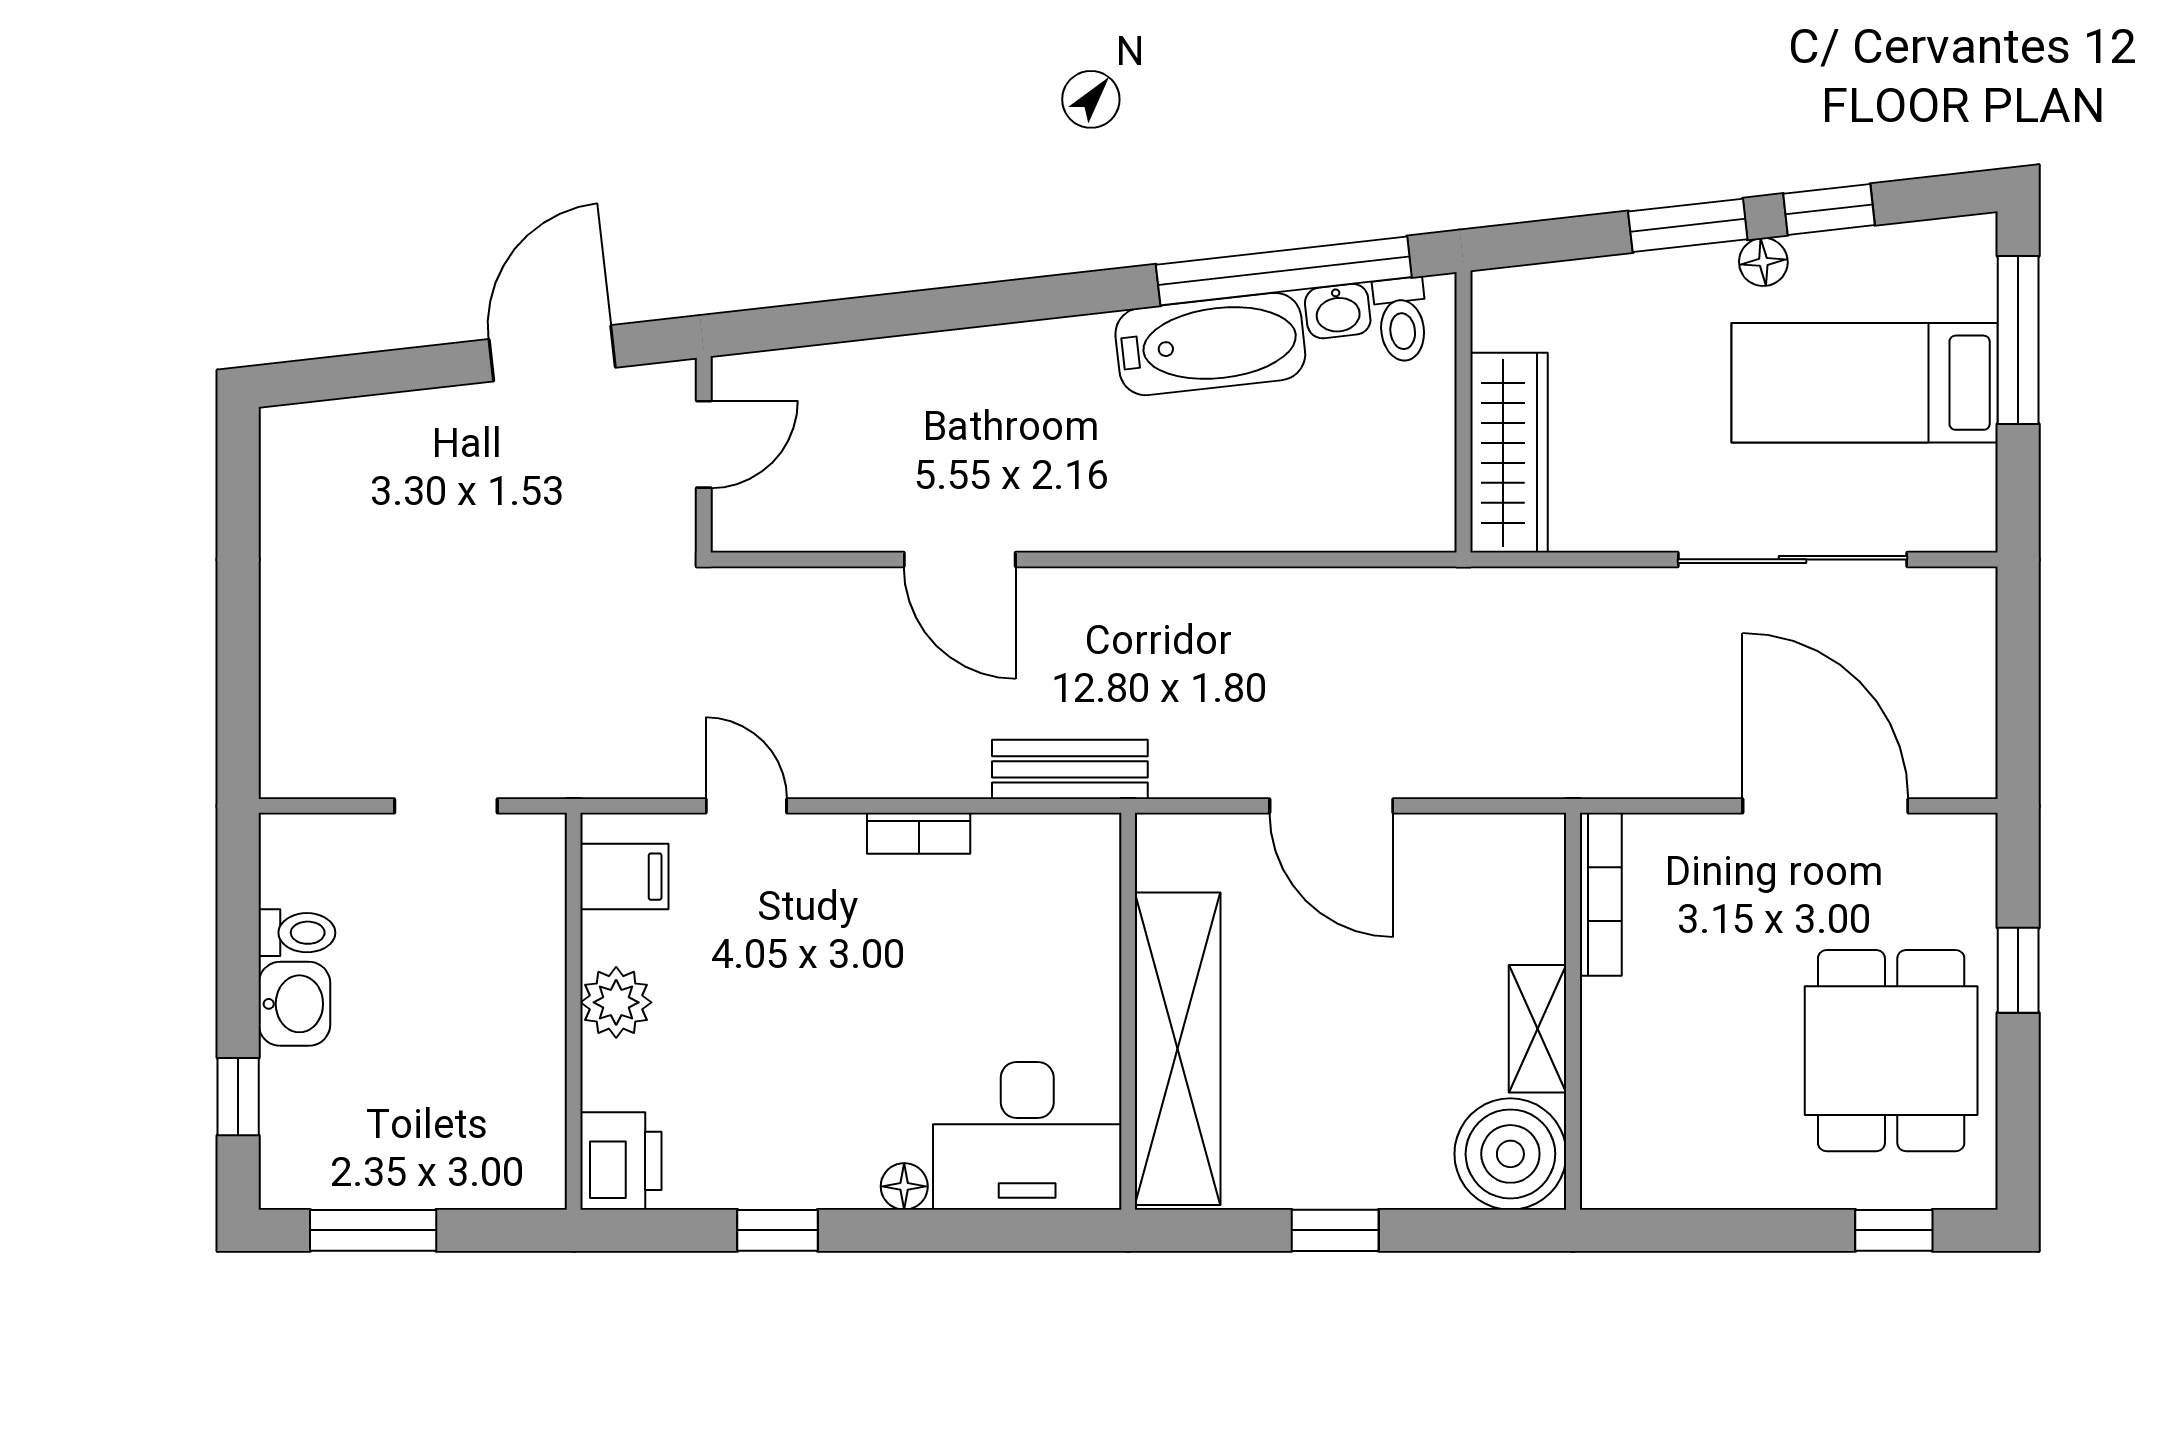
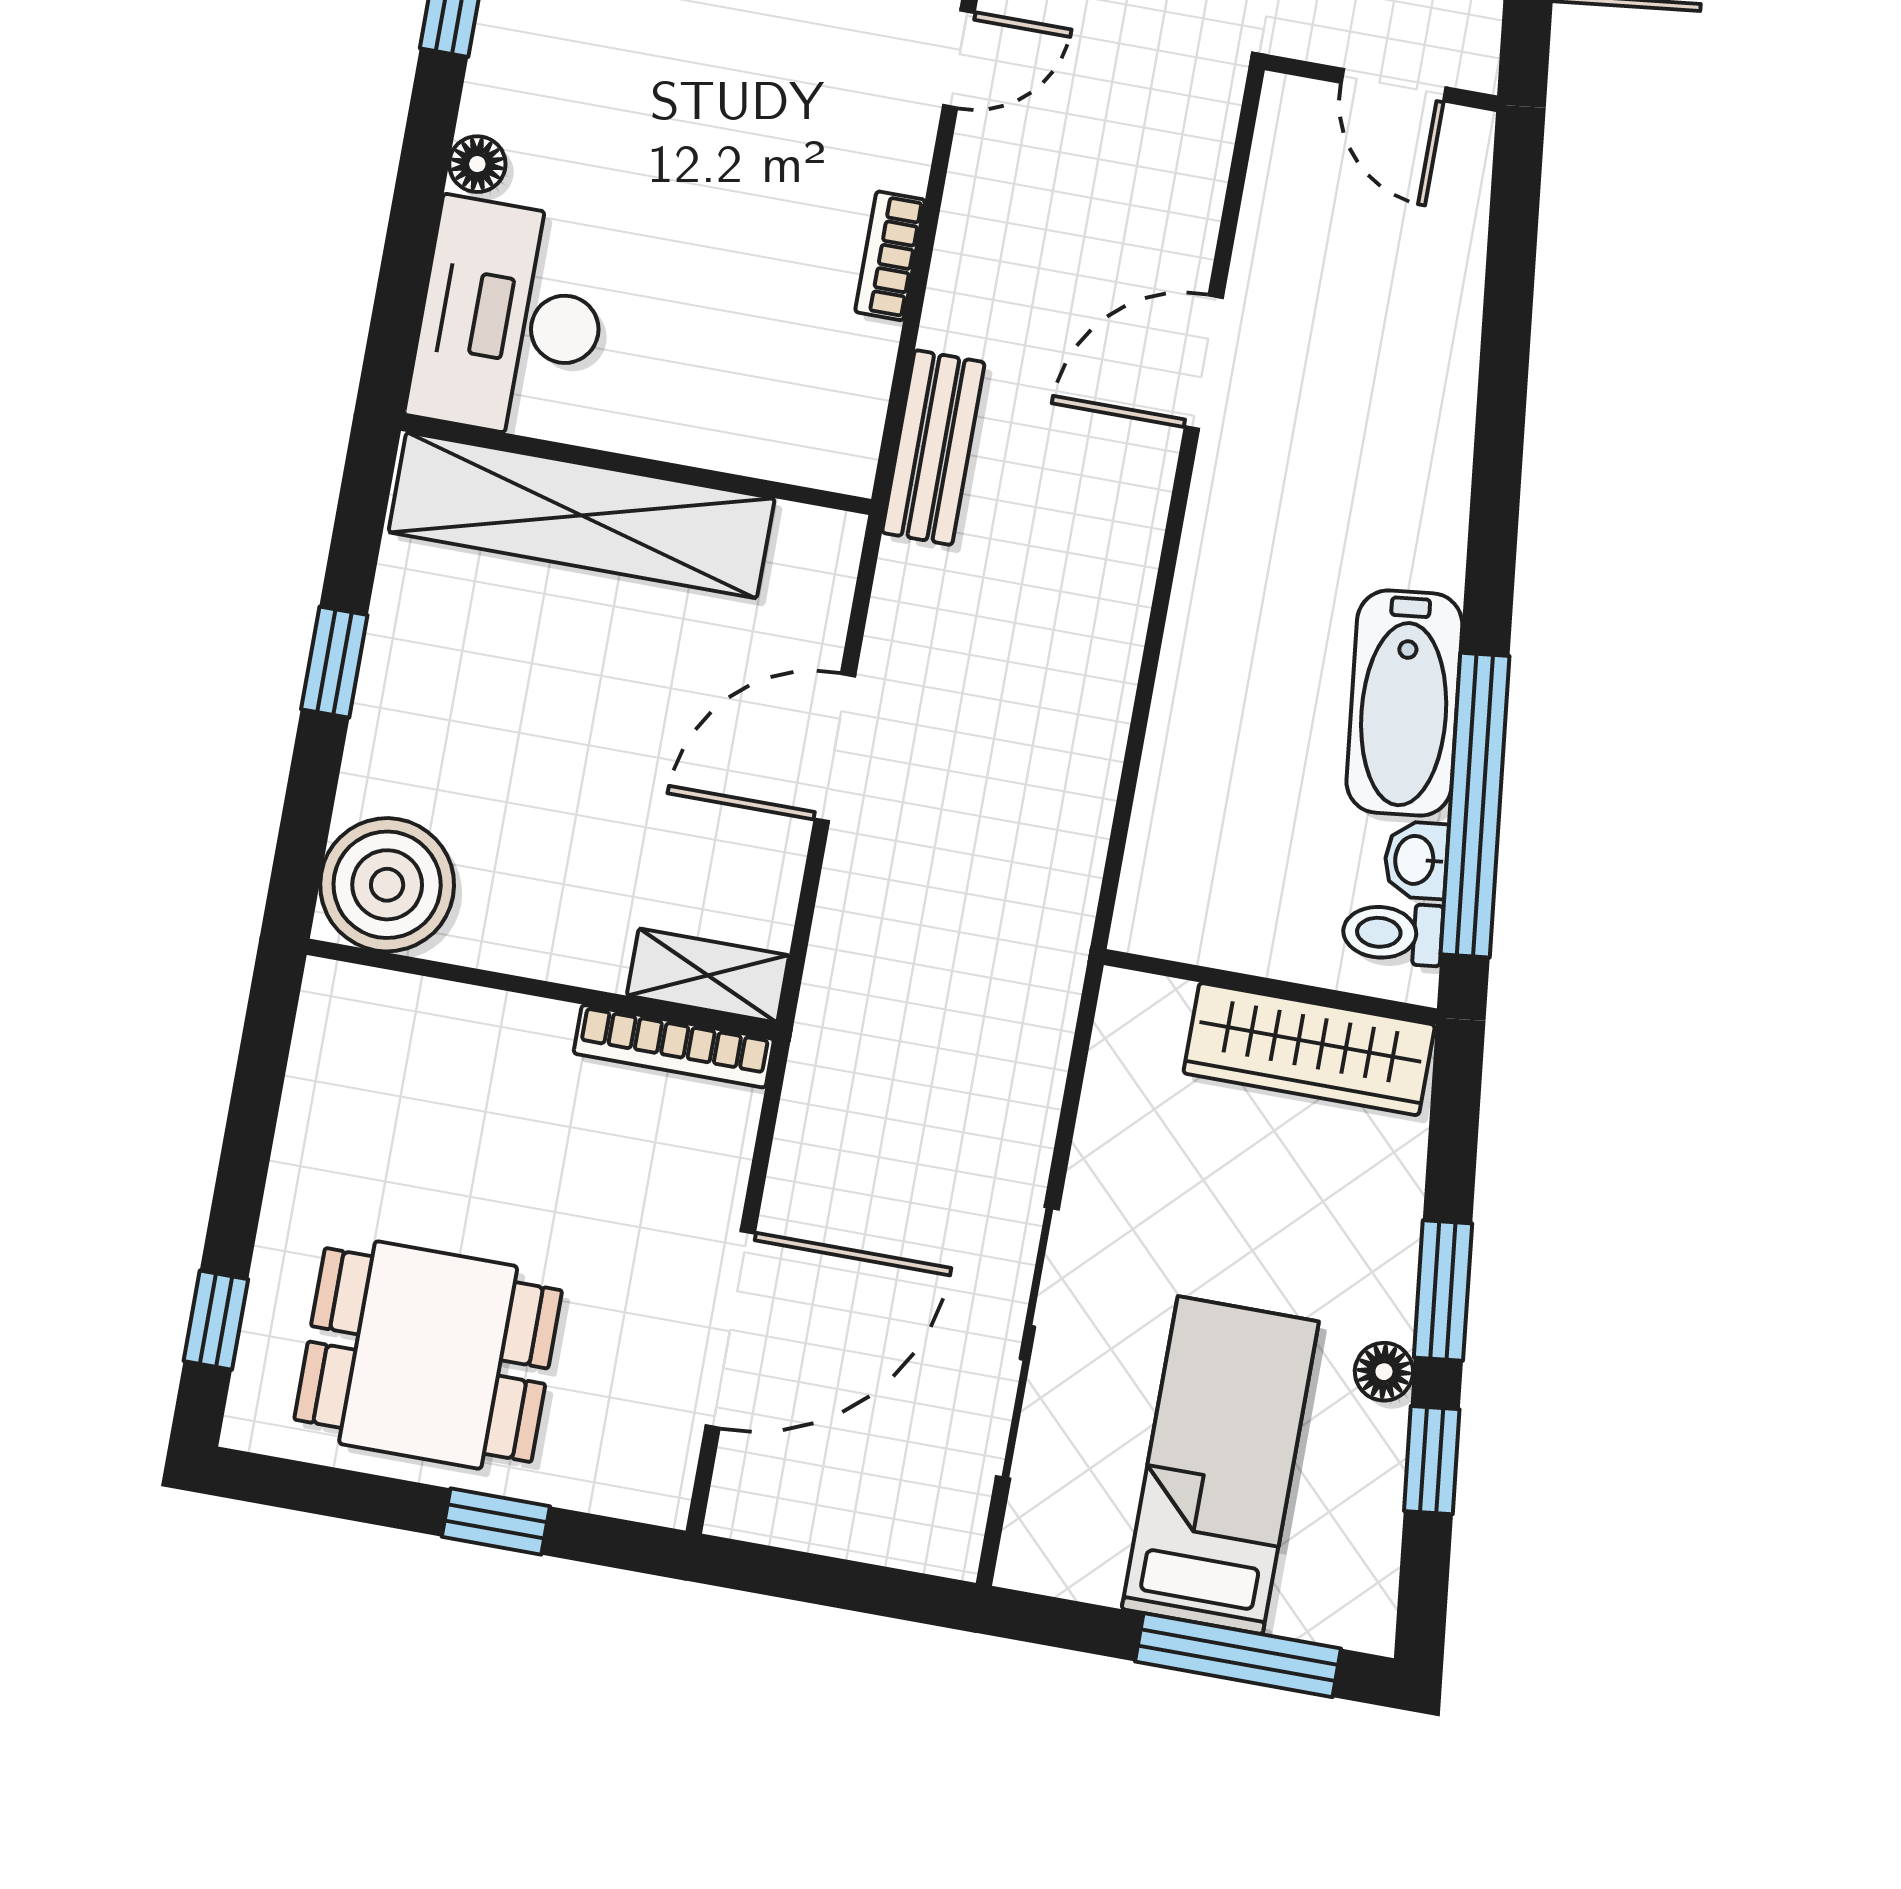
wardrobe: (1509, 453) -> (1309, 1049), moved
shelving: (1537, 1029) -> (708, 975), moved

